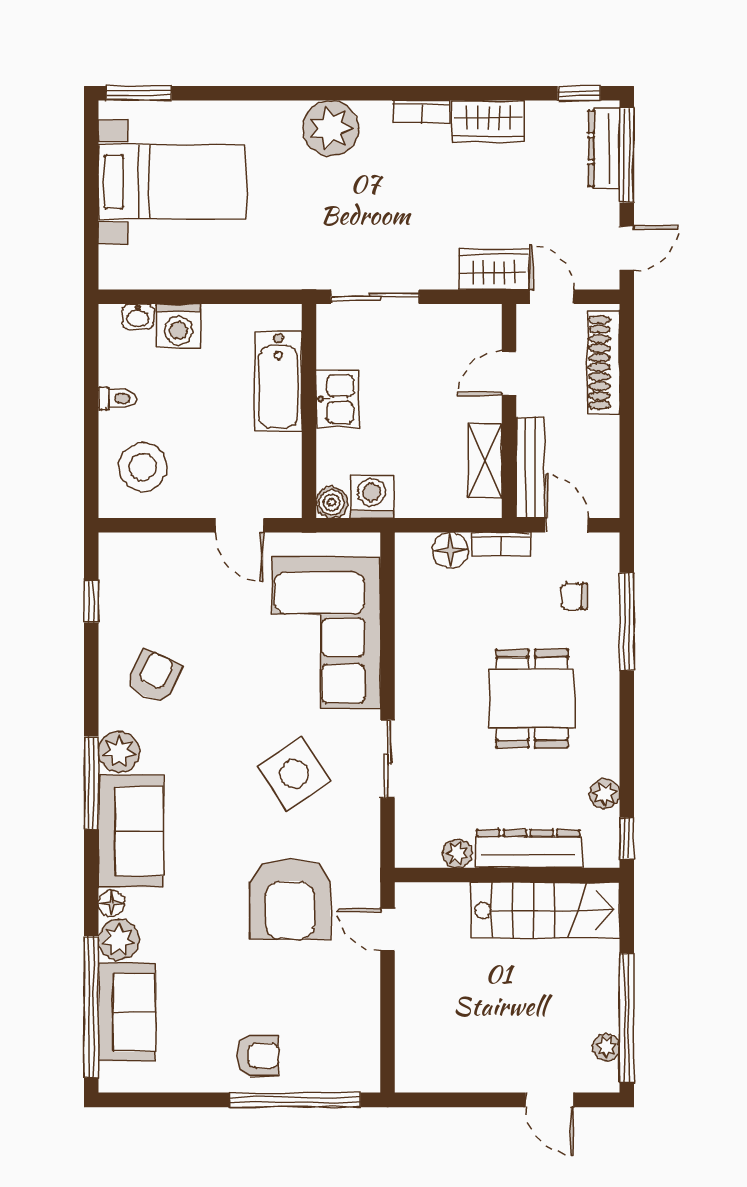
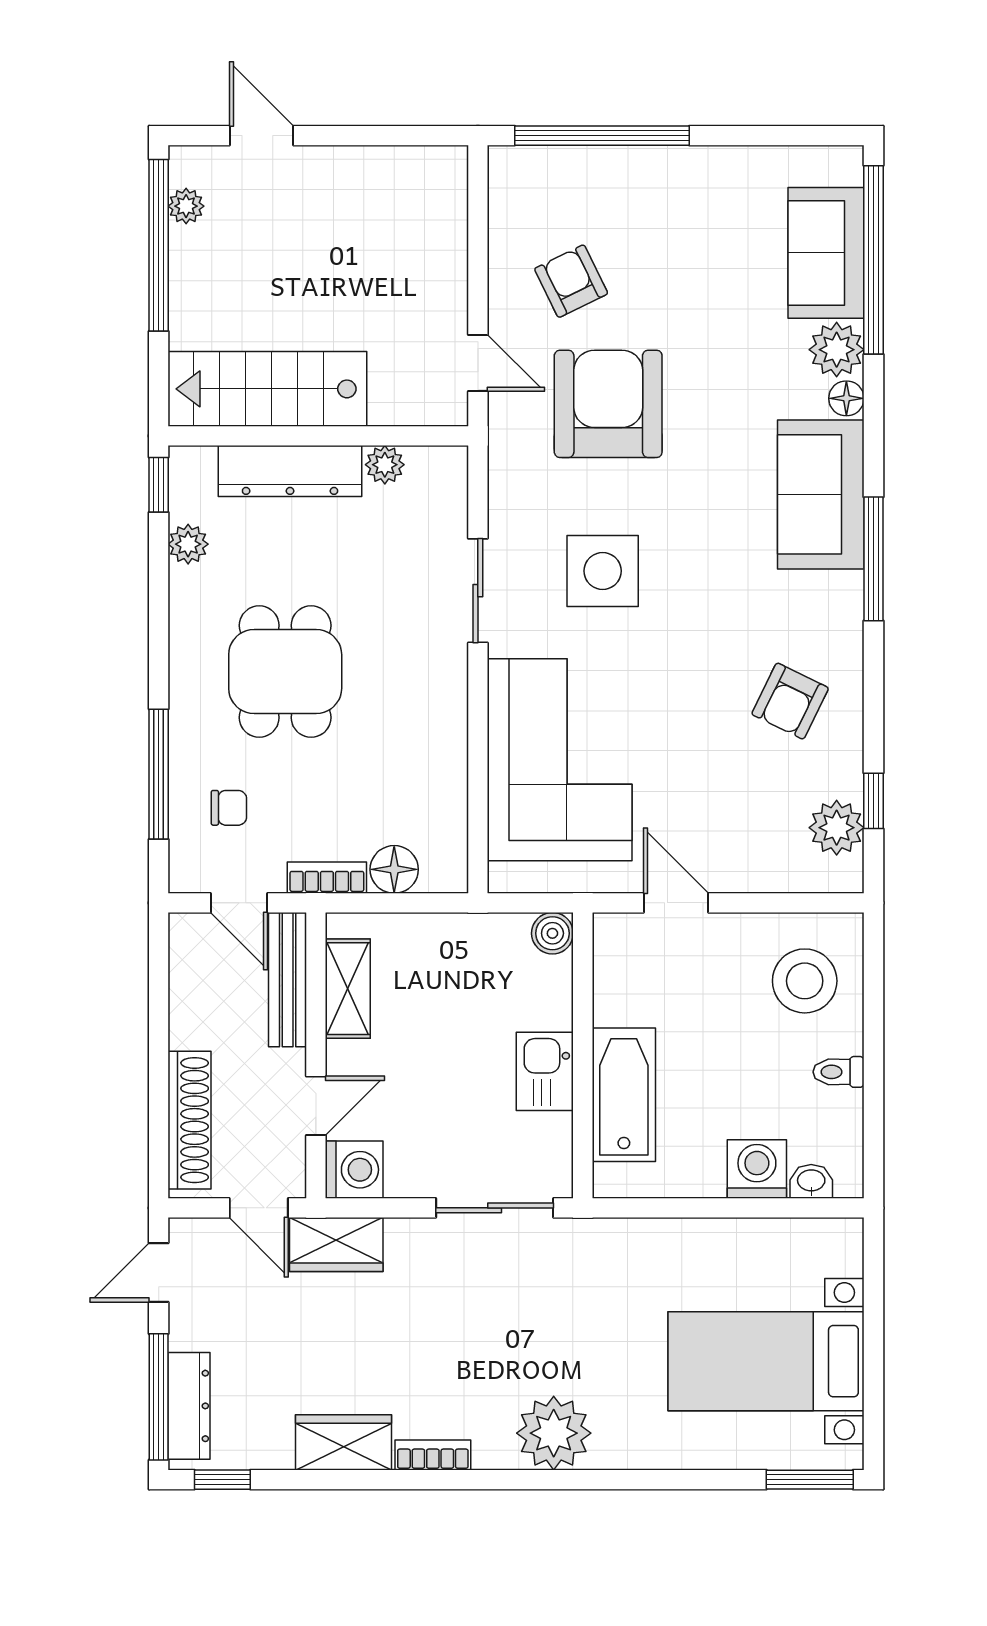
washing machine: (372, 497) -> (354, 1170), moved, turned -90
plant: (119, 752) -> (837, 828), moved
side table: (294, 774) -> (603, 571), turned 34
armchair: (258, 1056) -> (571, 281), moved, turned 64

